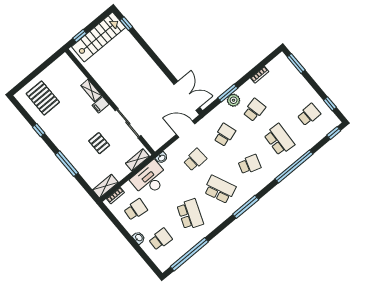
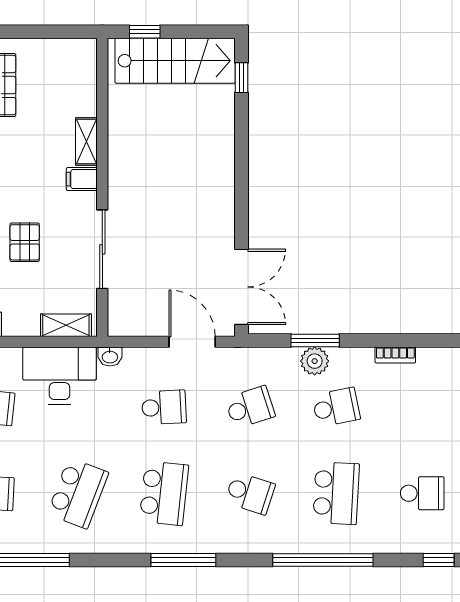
school desk: (220, 189) -> (164, 493), turned 30

